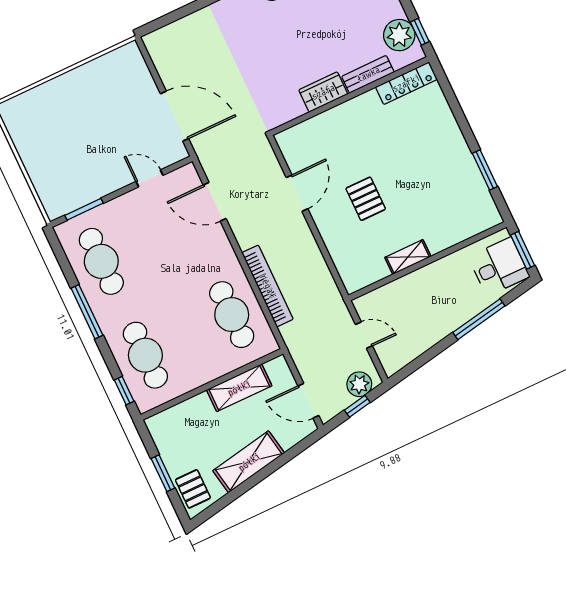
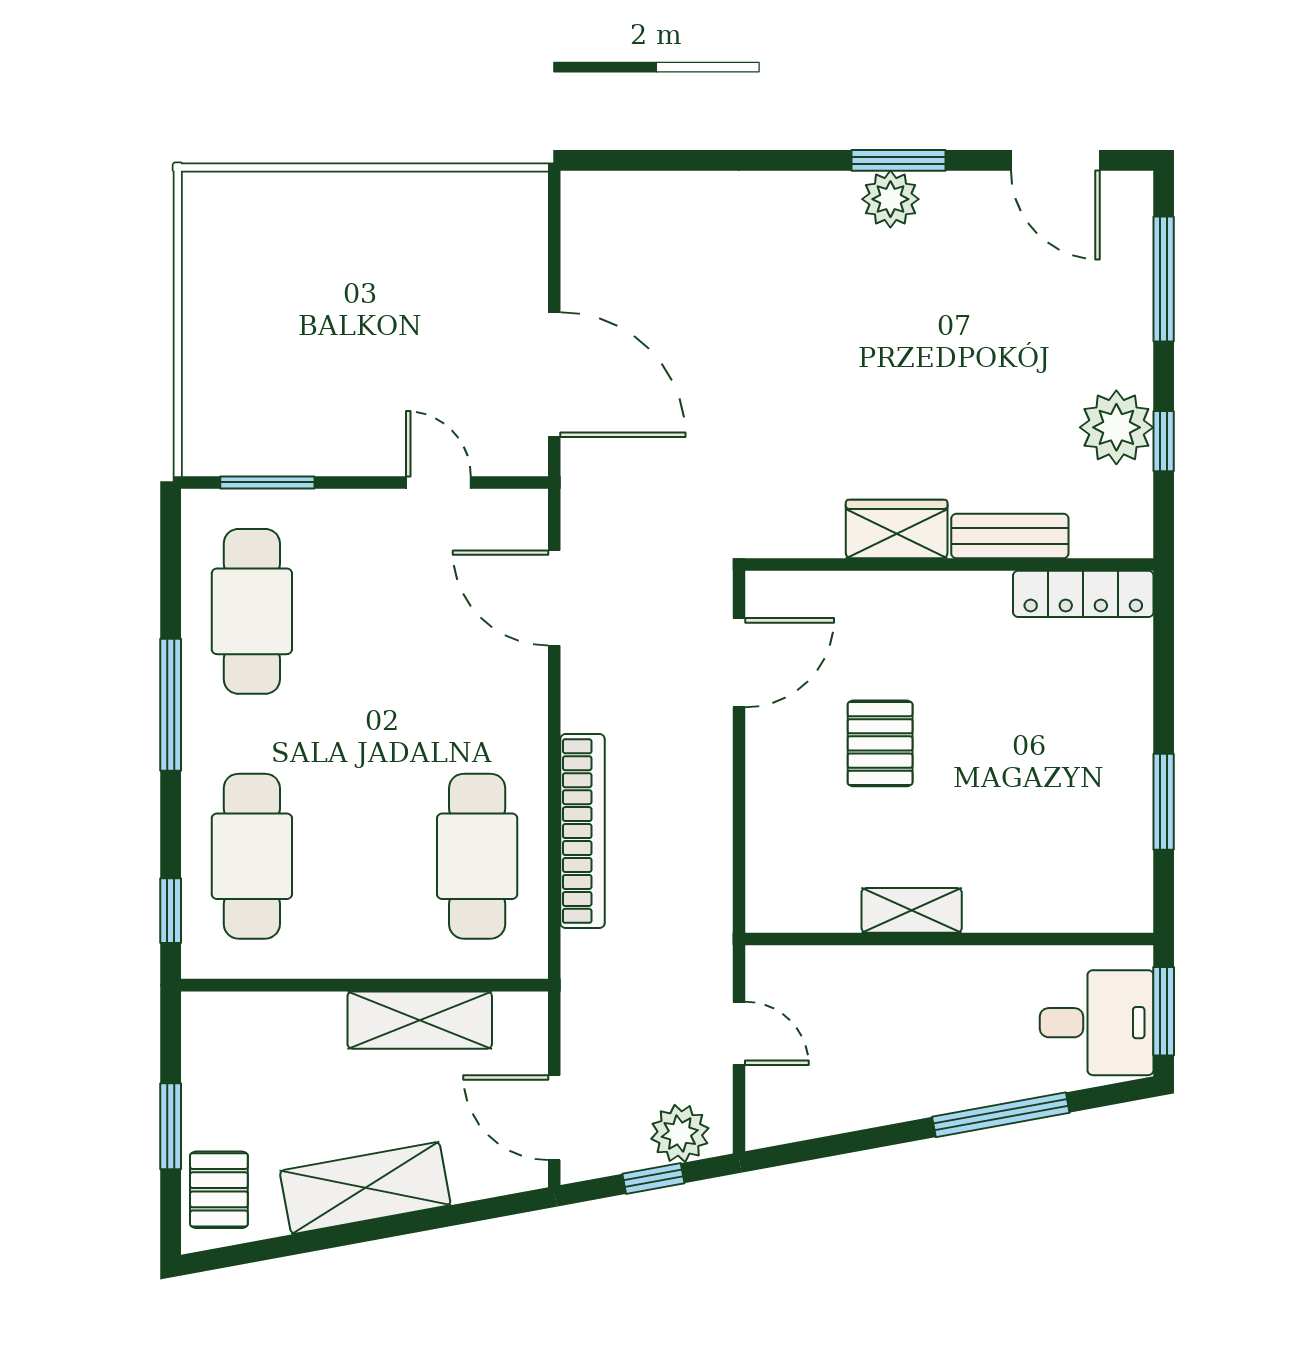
bench: (368, 74) -> (1010, 536), moved
locker: (406, 83) -> (1083, 594), moved
wardrobe: (323, 92) -> (897, 529), moved
wall: (350, 96) -> (949, 565), moved

